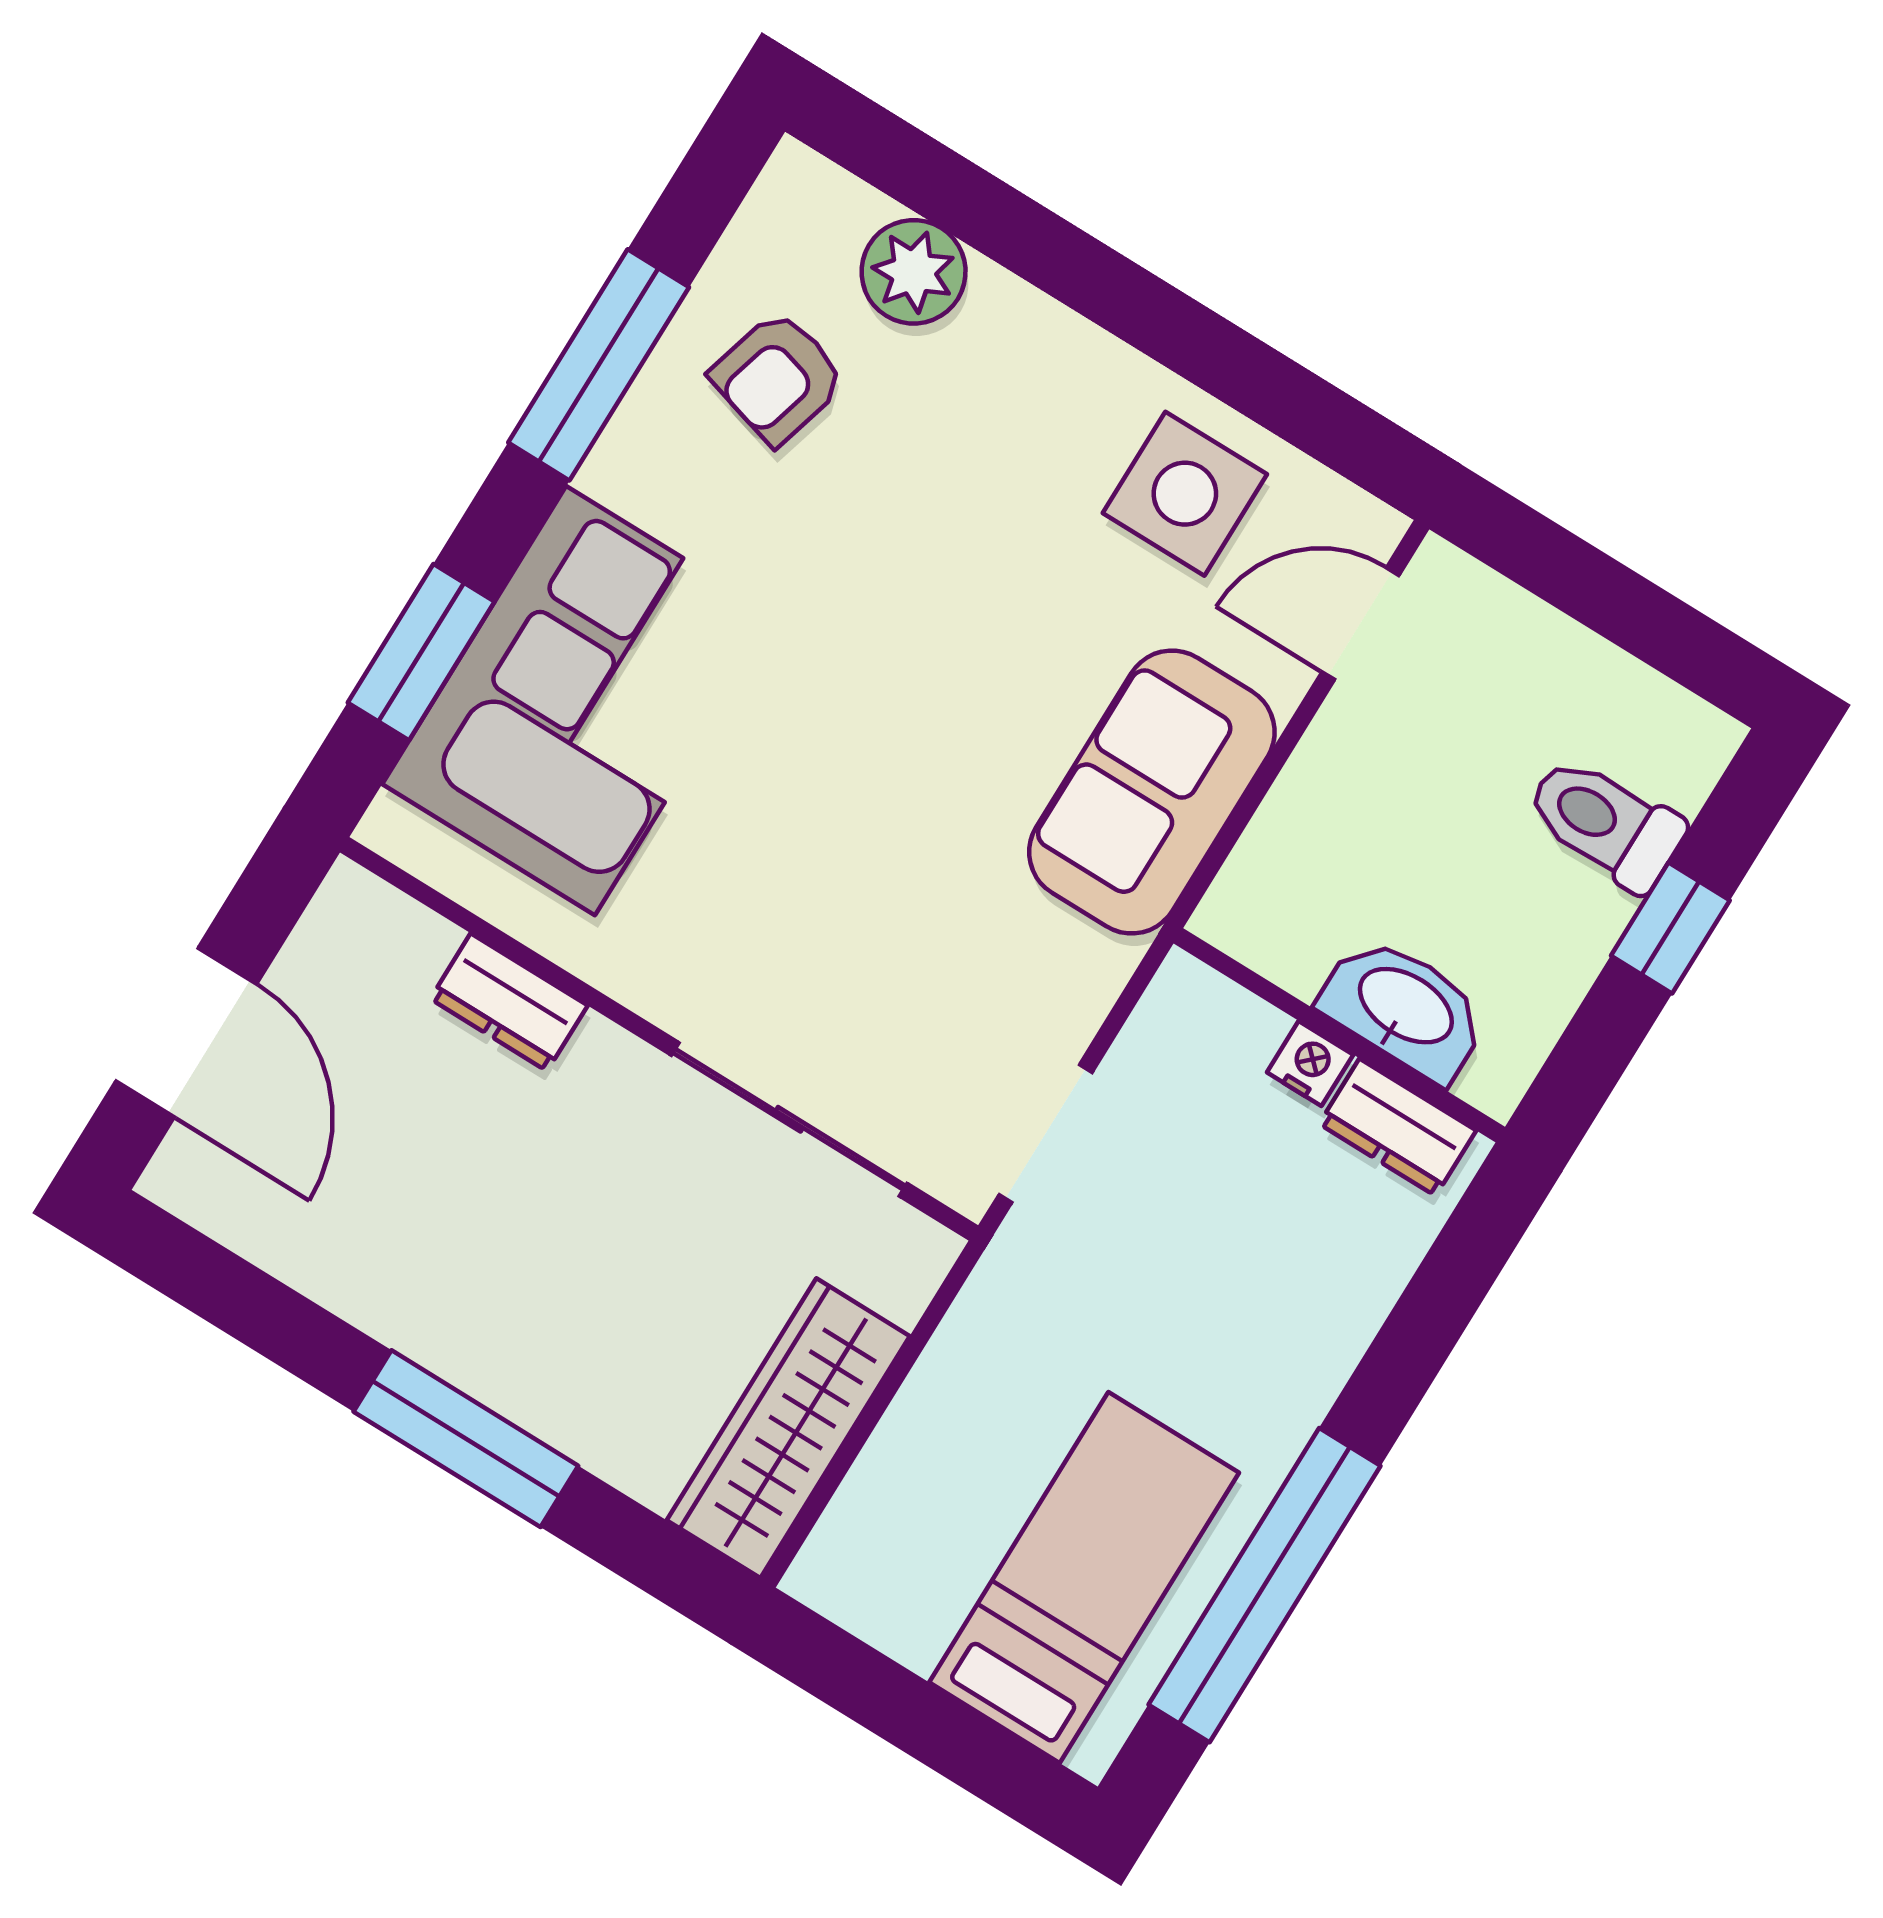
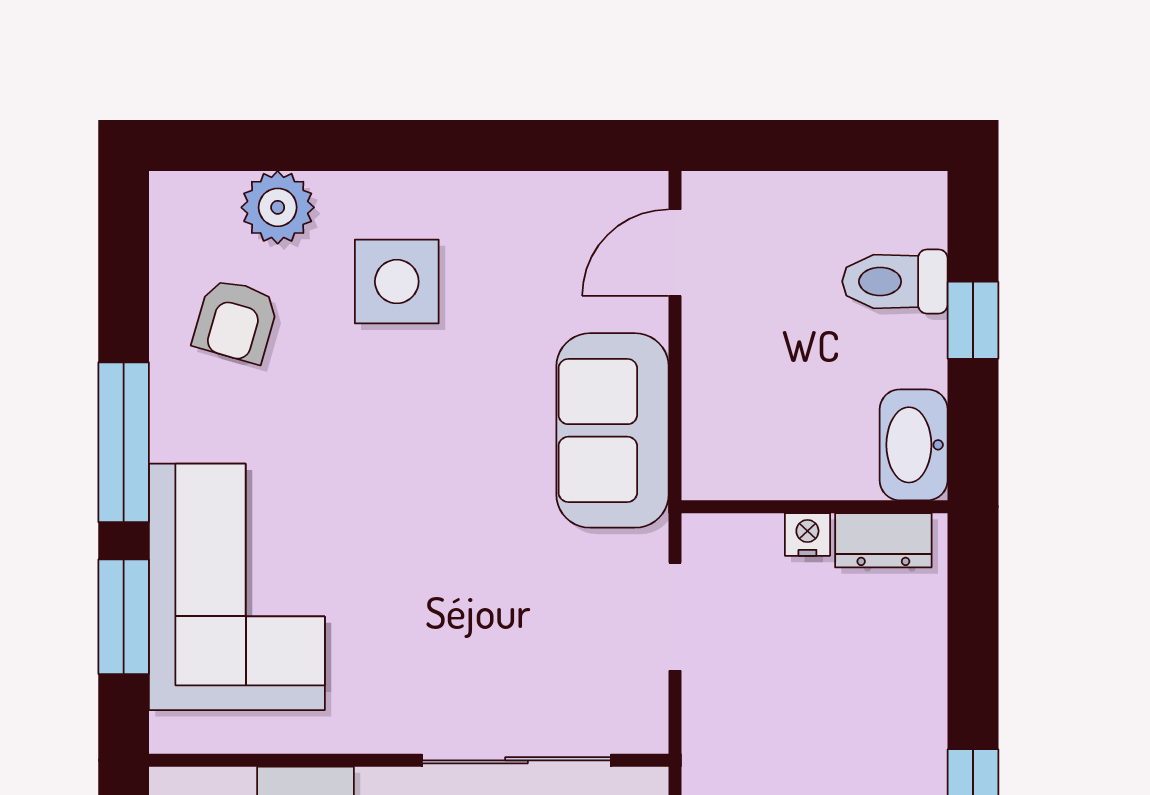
window: (599, 365) -> (124, 442), moved
side table: (1185, 494) -> (397, 282), moved
washbasin: (1404, 1008) -> (914, 445), moved, turned -90
doorway: (1046, 1133) -> (675, 617), moved

